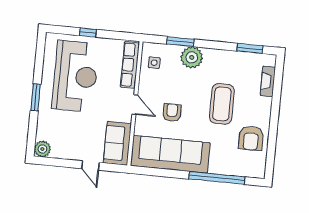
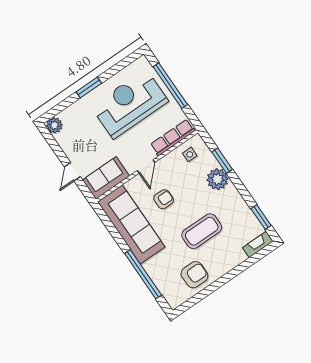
window: (88, 33) -> (170, 86), width x3.17
reception desk: (75, 76) -> (130, 104), turned 180
fireplace: (268, 81) -> (258, 244), moved
armchair: (251, 138) -> (194, 275), turned 180

